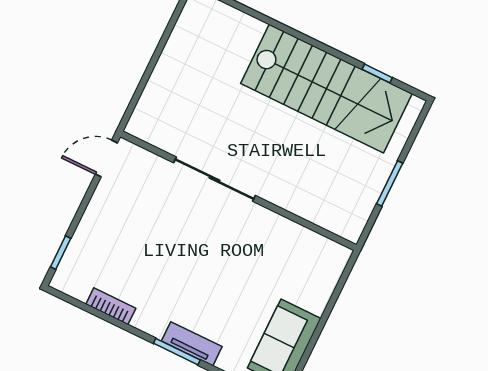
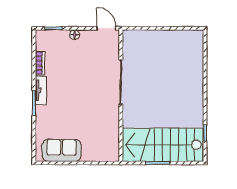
stairs: (326, 89) -> (163, 145), moved, turned 90
floor lamp: (90, 220) -> (75, 35), added
tv unit: (192, 344) -> (41, 90), moved

